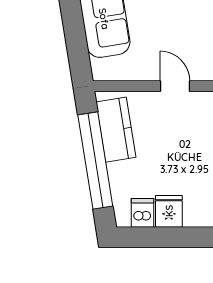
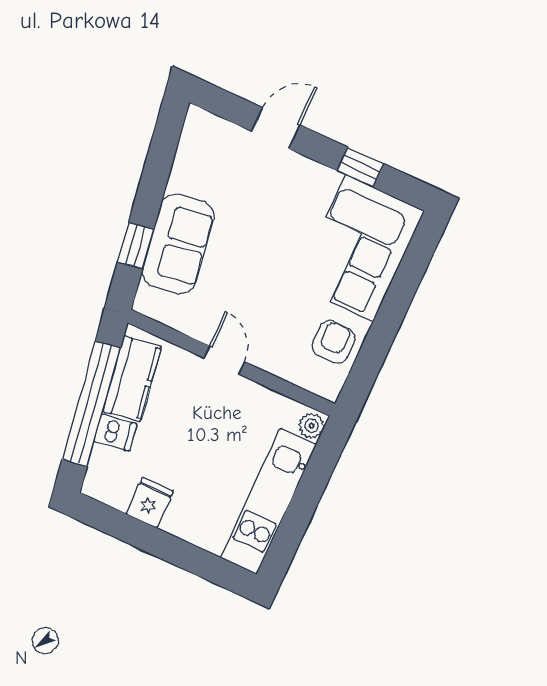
window: (75, 34) -> (136, 246), added
dishwasher: (142, 213) -> (116, 433), moved, turned 81

